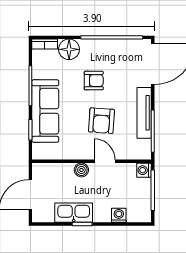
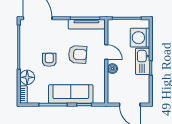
tv unit: (144, 113) -> (86, 24), moved
door: (105, 161) -> (106, 52), swing flipped
washing machine: (144, 170) -> (113, 24), removed
kitchen sink: (74, 213) -> (143, 61), moved
washing machine: (119, 215) -> (140, 38), width x1.89, depth x1.89

